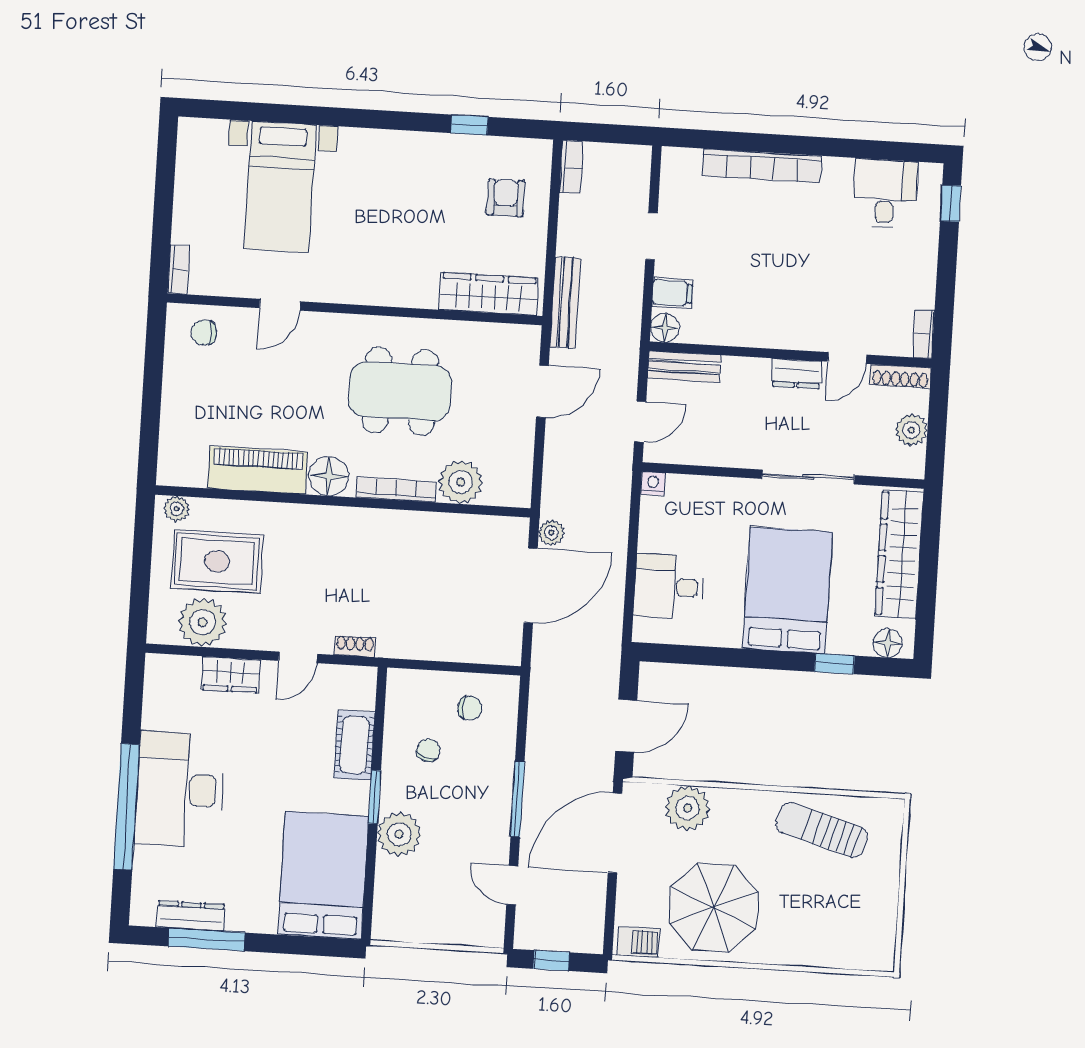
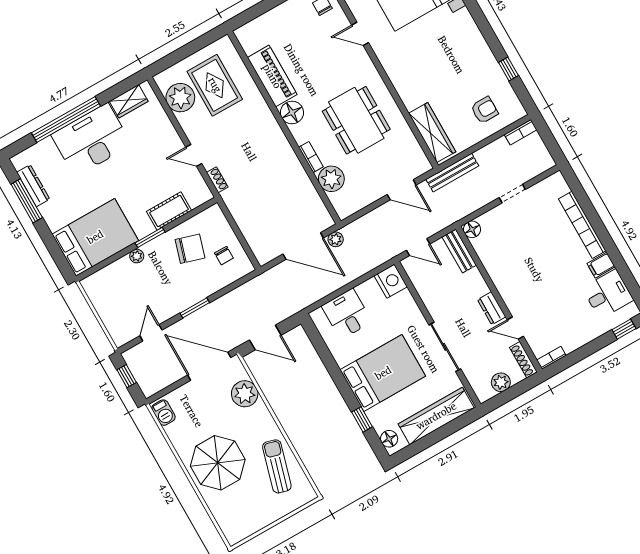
filing cabinet: (672, 293) -> (601, 265), moved, turned 90
nightstand: (653, 483) -> (391, 281), width x1.89, depth x1.79
bookcase: (396, 490) -> (311, 157), width x0.64
plant: (177, 509) -> (227, 49), removed
wardrobe: (231, 675) -> (129, 101), moved, turned -90
chair: (428, 750) -> (190, 249), width x1.87, depth x1.87
window: (518, 799) -> (195, 308), width x0.69
plant: (399, 834) -> (137, 256), width x0.53, depth x0.53
parasol: (714, 908) -> (218, 463), moved

